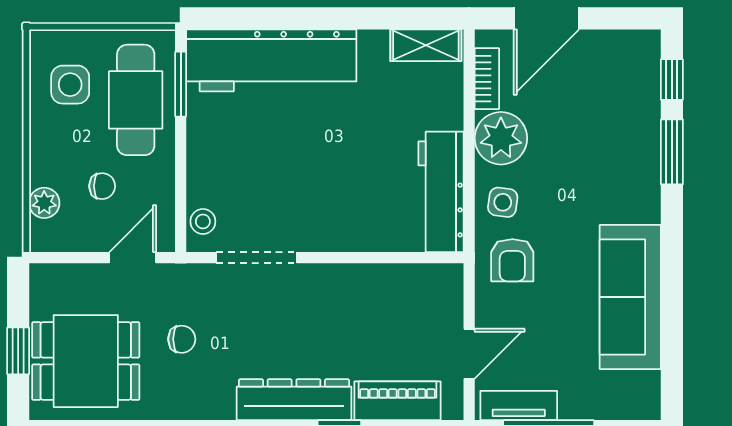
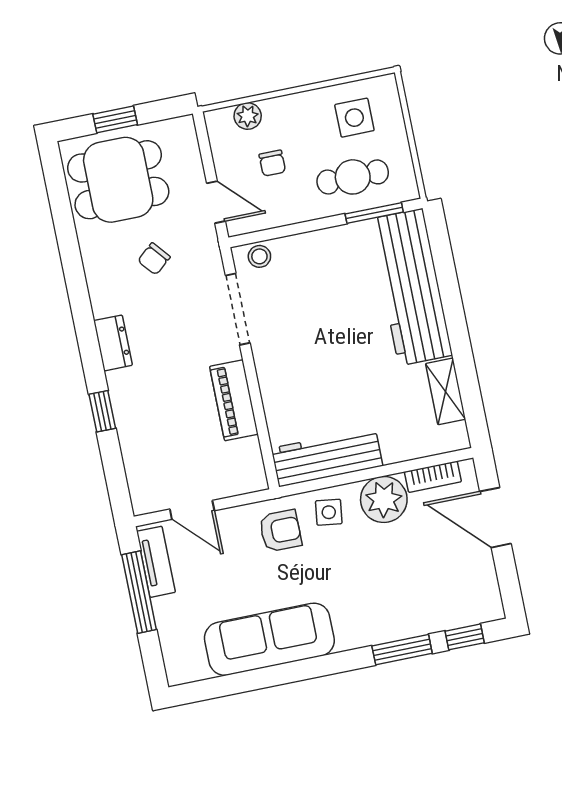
shelving: (426, 45) -> (446, 391), moved
cafe table: (136, 100) -> (353, 177), width x0.73, depth x0.74
armchair: (512, 260) -> (280, 531), turned 180
chair: (182, 339) -> (154, 259), turned 50
dining table: (86, 361) -> (118, 180), turned 90
dresser: (294, 400) -> (113, 343), width x0.51, depth x0.80
piano: (397, 401) -> (234, 400), moved, turned 180

